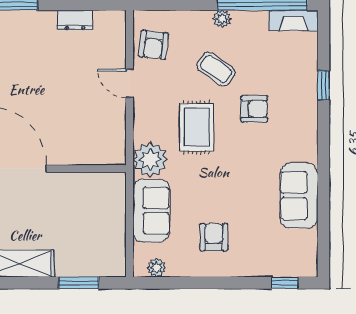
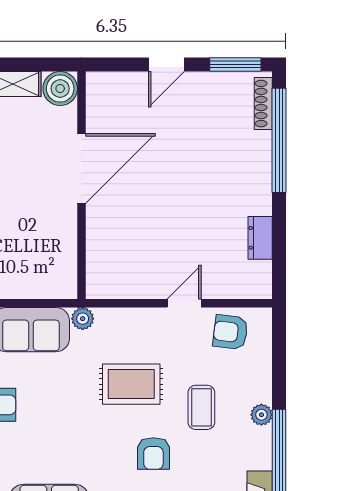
coffee table: (216, 69) -> (201, 407), turned -35
plant: (150, 160) -> (83, 319), width x0.53, depth x0.53

